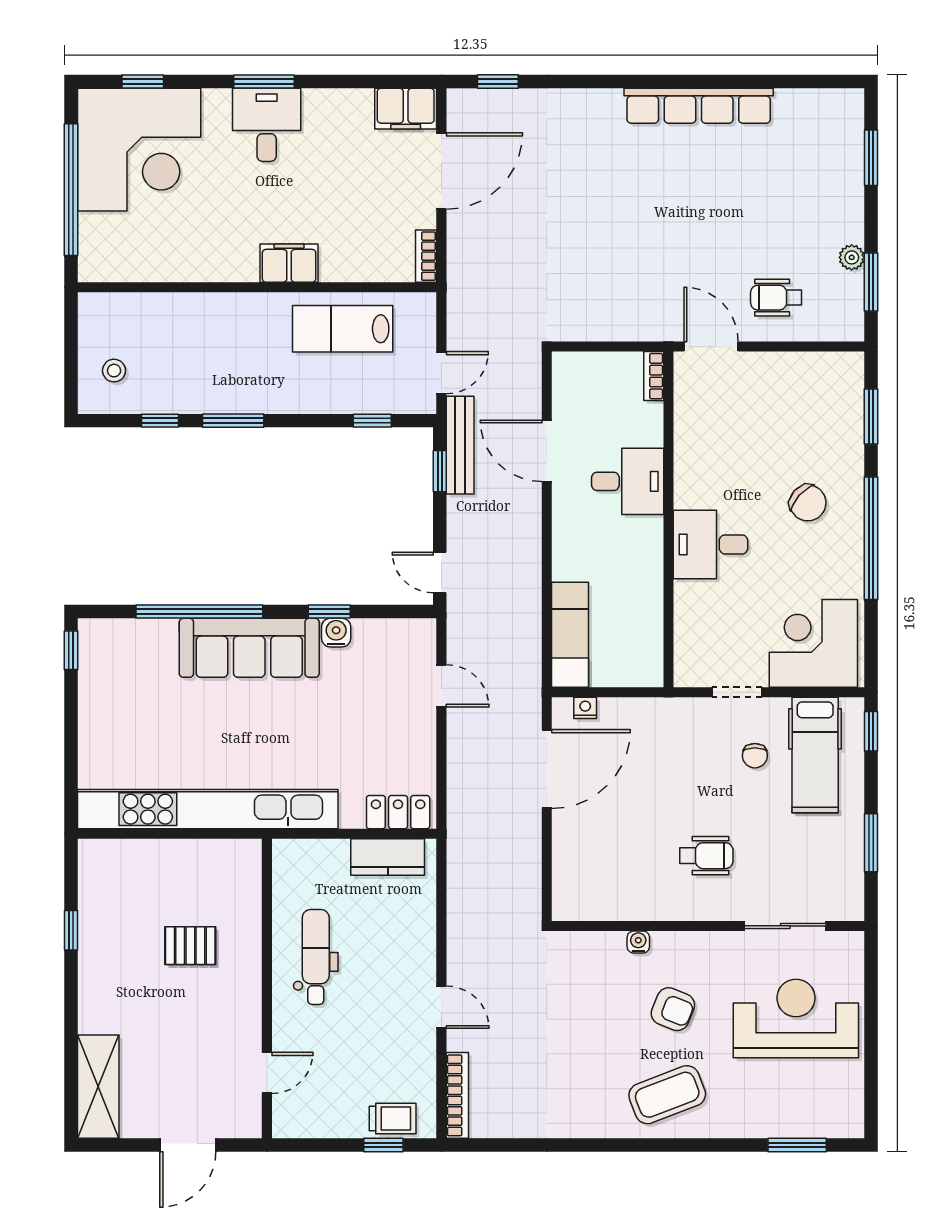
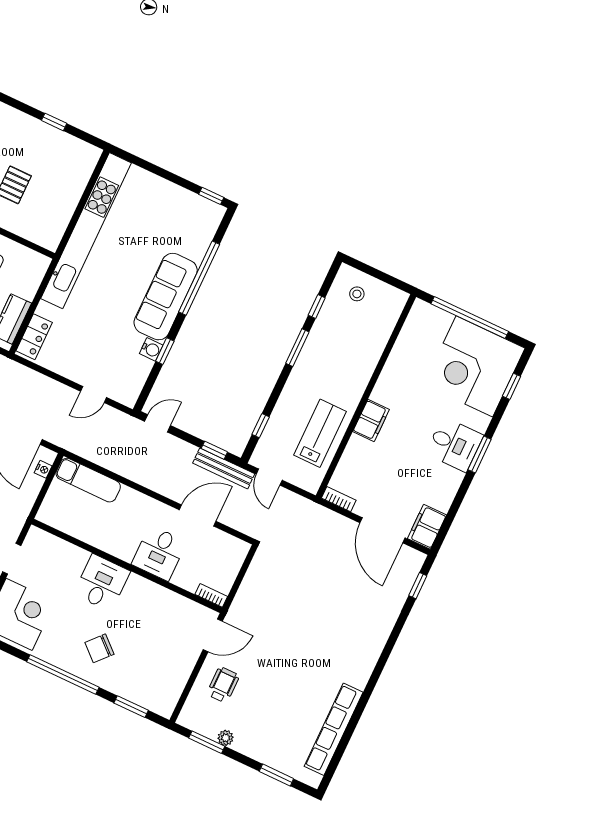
row of seats: (699, 106) -> (334, 729), moved

